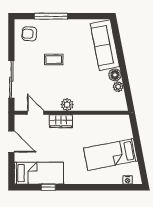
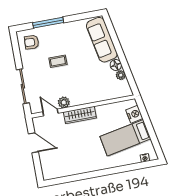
plant: (67, 105) -> (64, 102), moved
wardrobe: (61, 121) -> (80, 115), width x1.50
nightstand: (125, 131) -> (134, 114), added
bed: (39, 173) -> (64, 167), removed
window: (48, 187) -> (74, 178), removed

